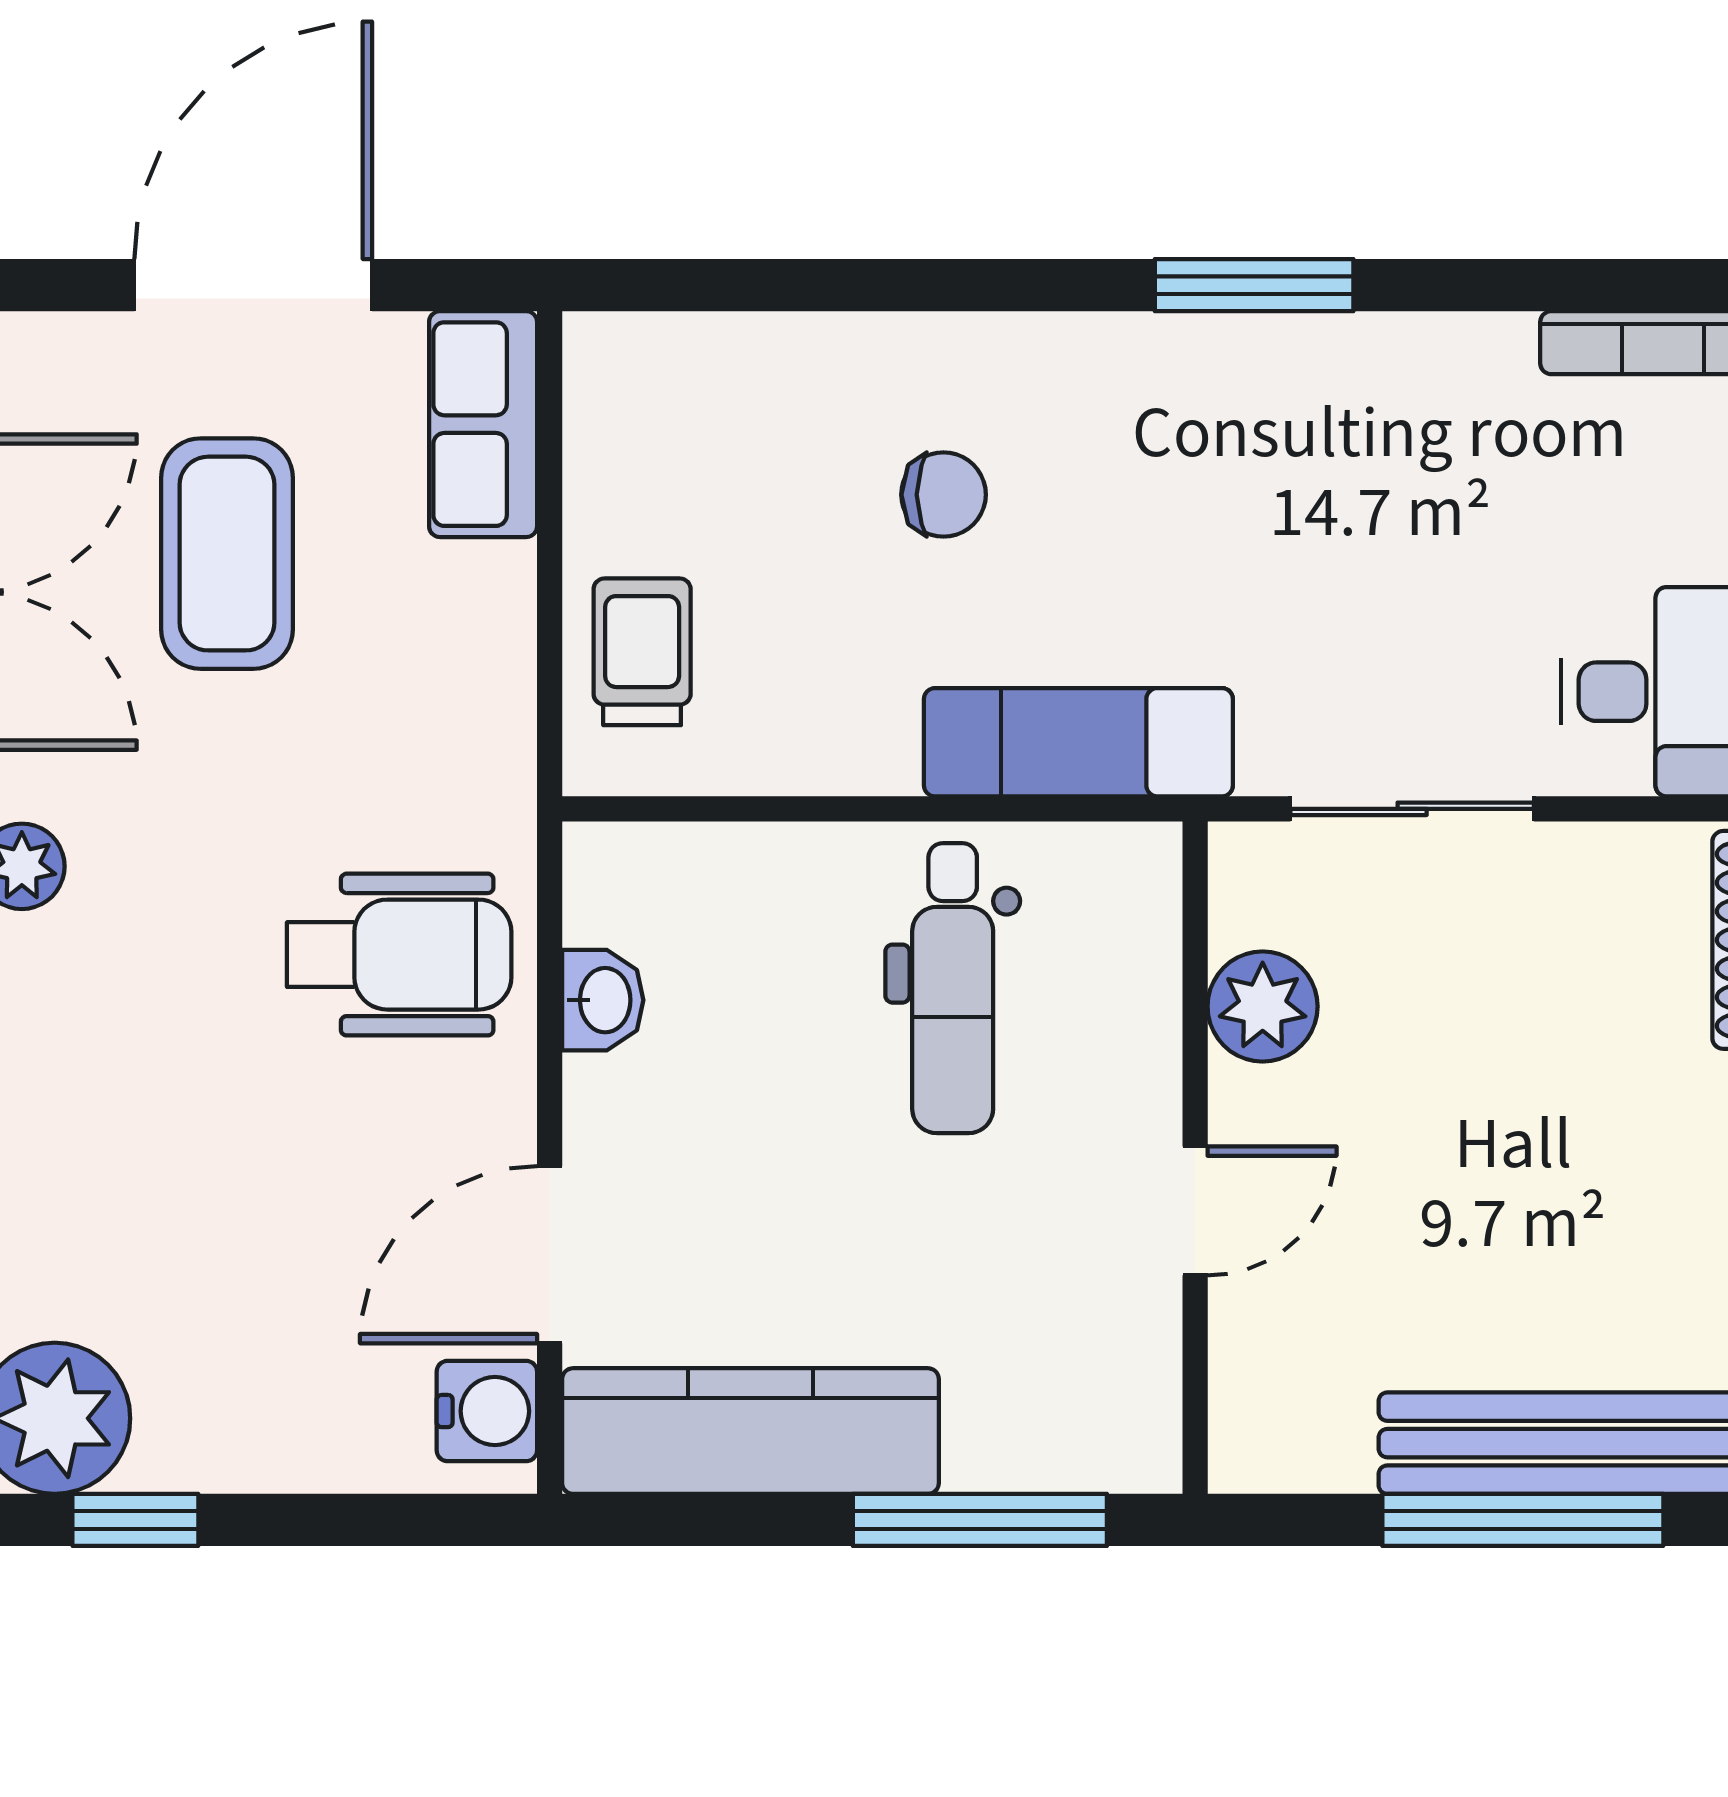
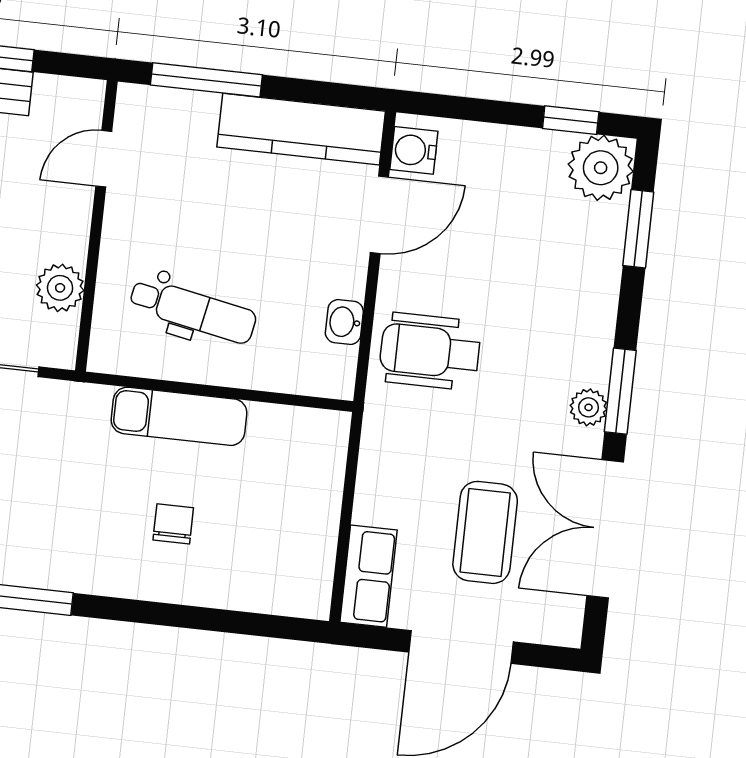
chair: (944, 495) -> (173, 524), turned 90
trolley: (642, 652) -> (311, 470), removed
exam couch: (1078, 742) -> (179, 416), moved
dental chair: (953, 988) -> (193, 311), turned 101
door: (1195, 1211) -> (104, 159), moved

